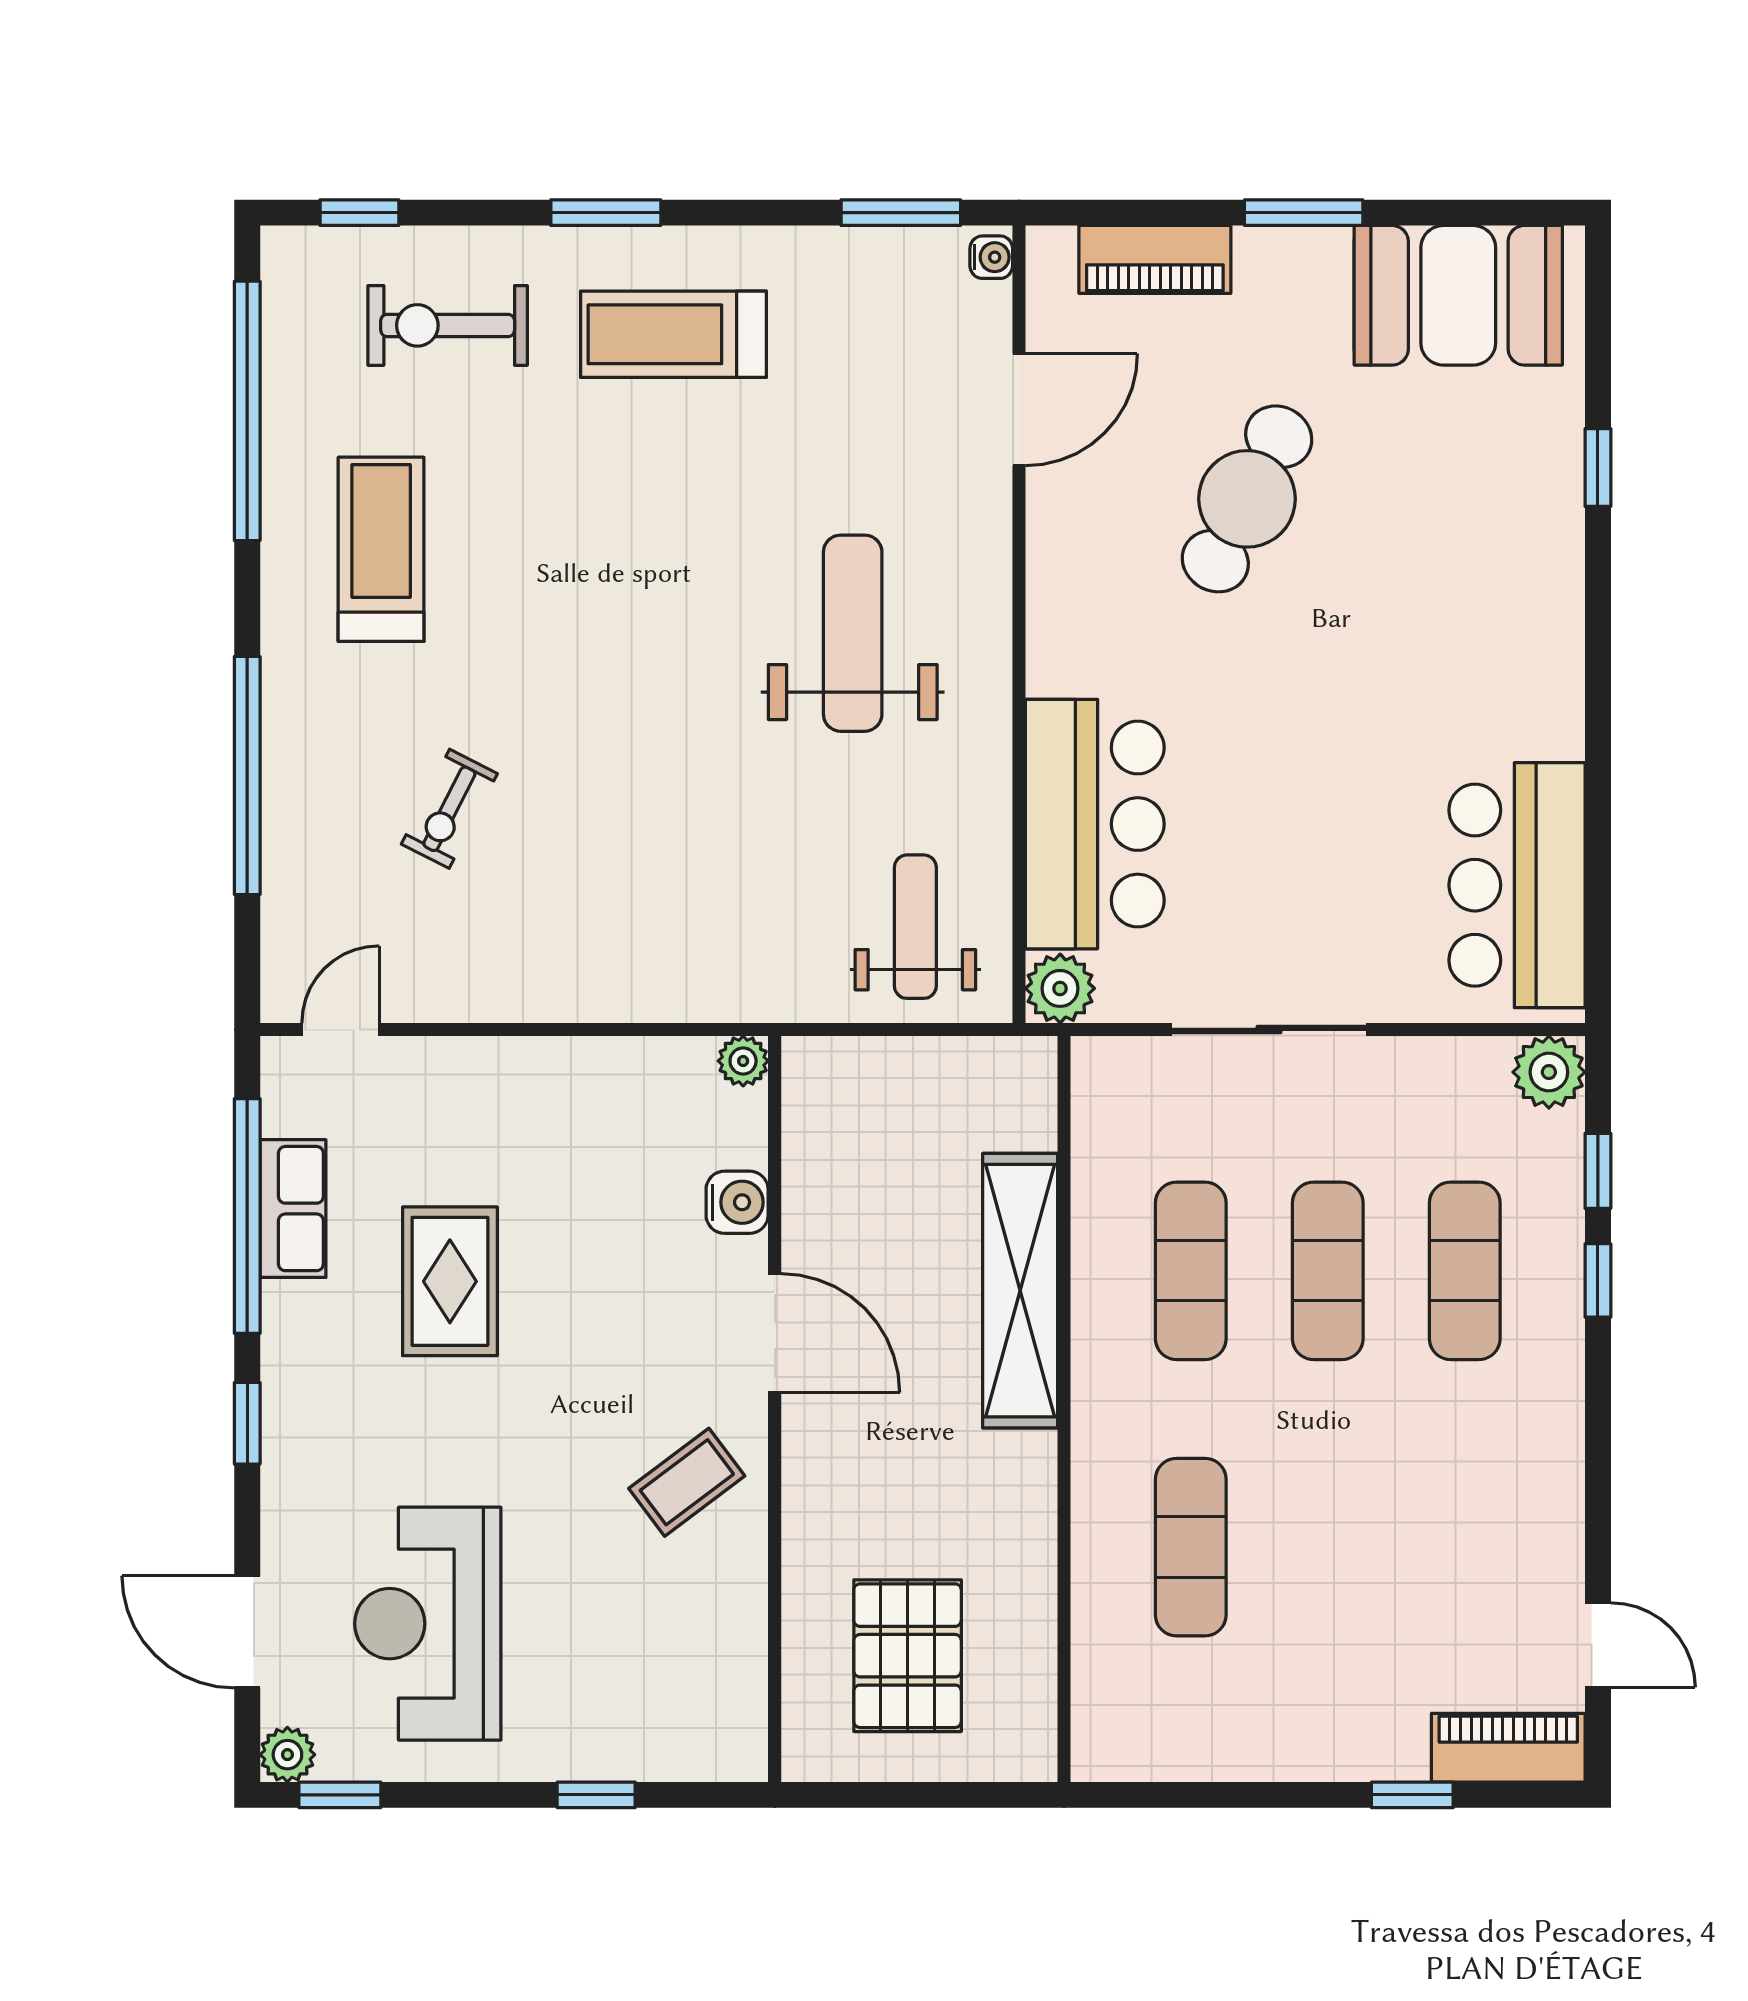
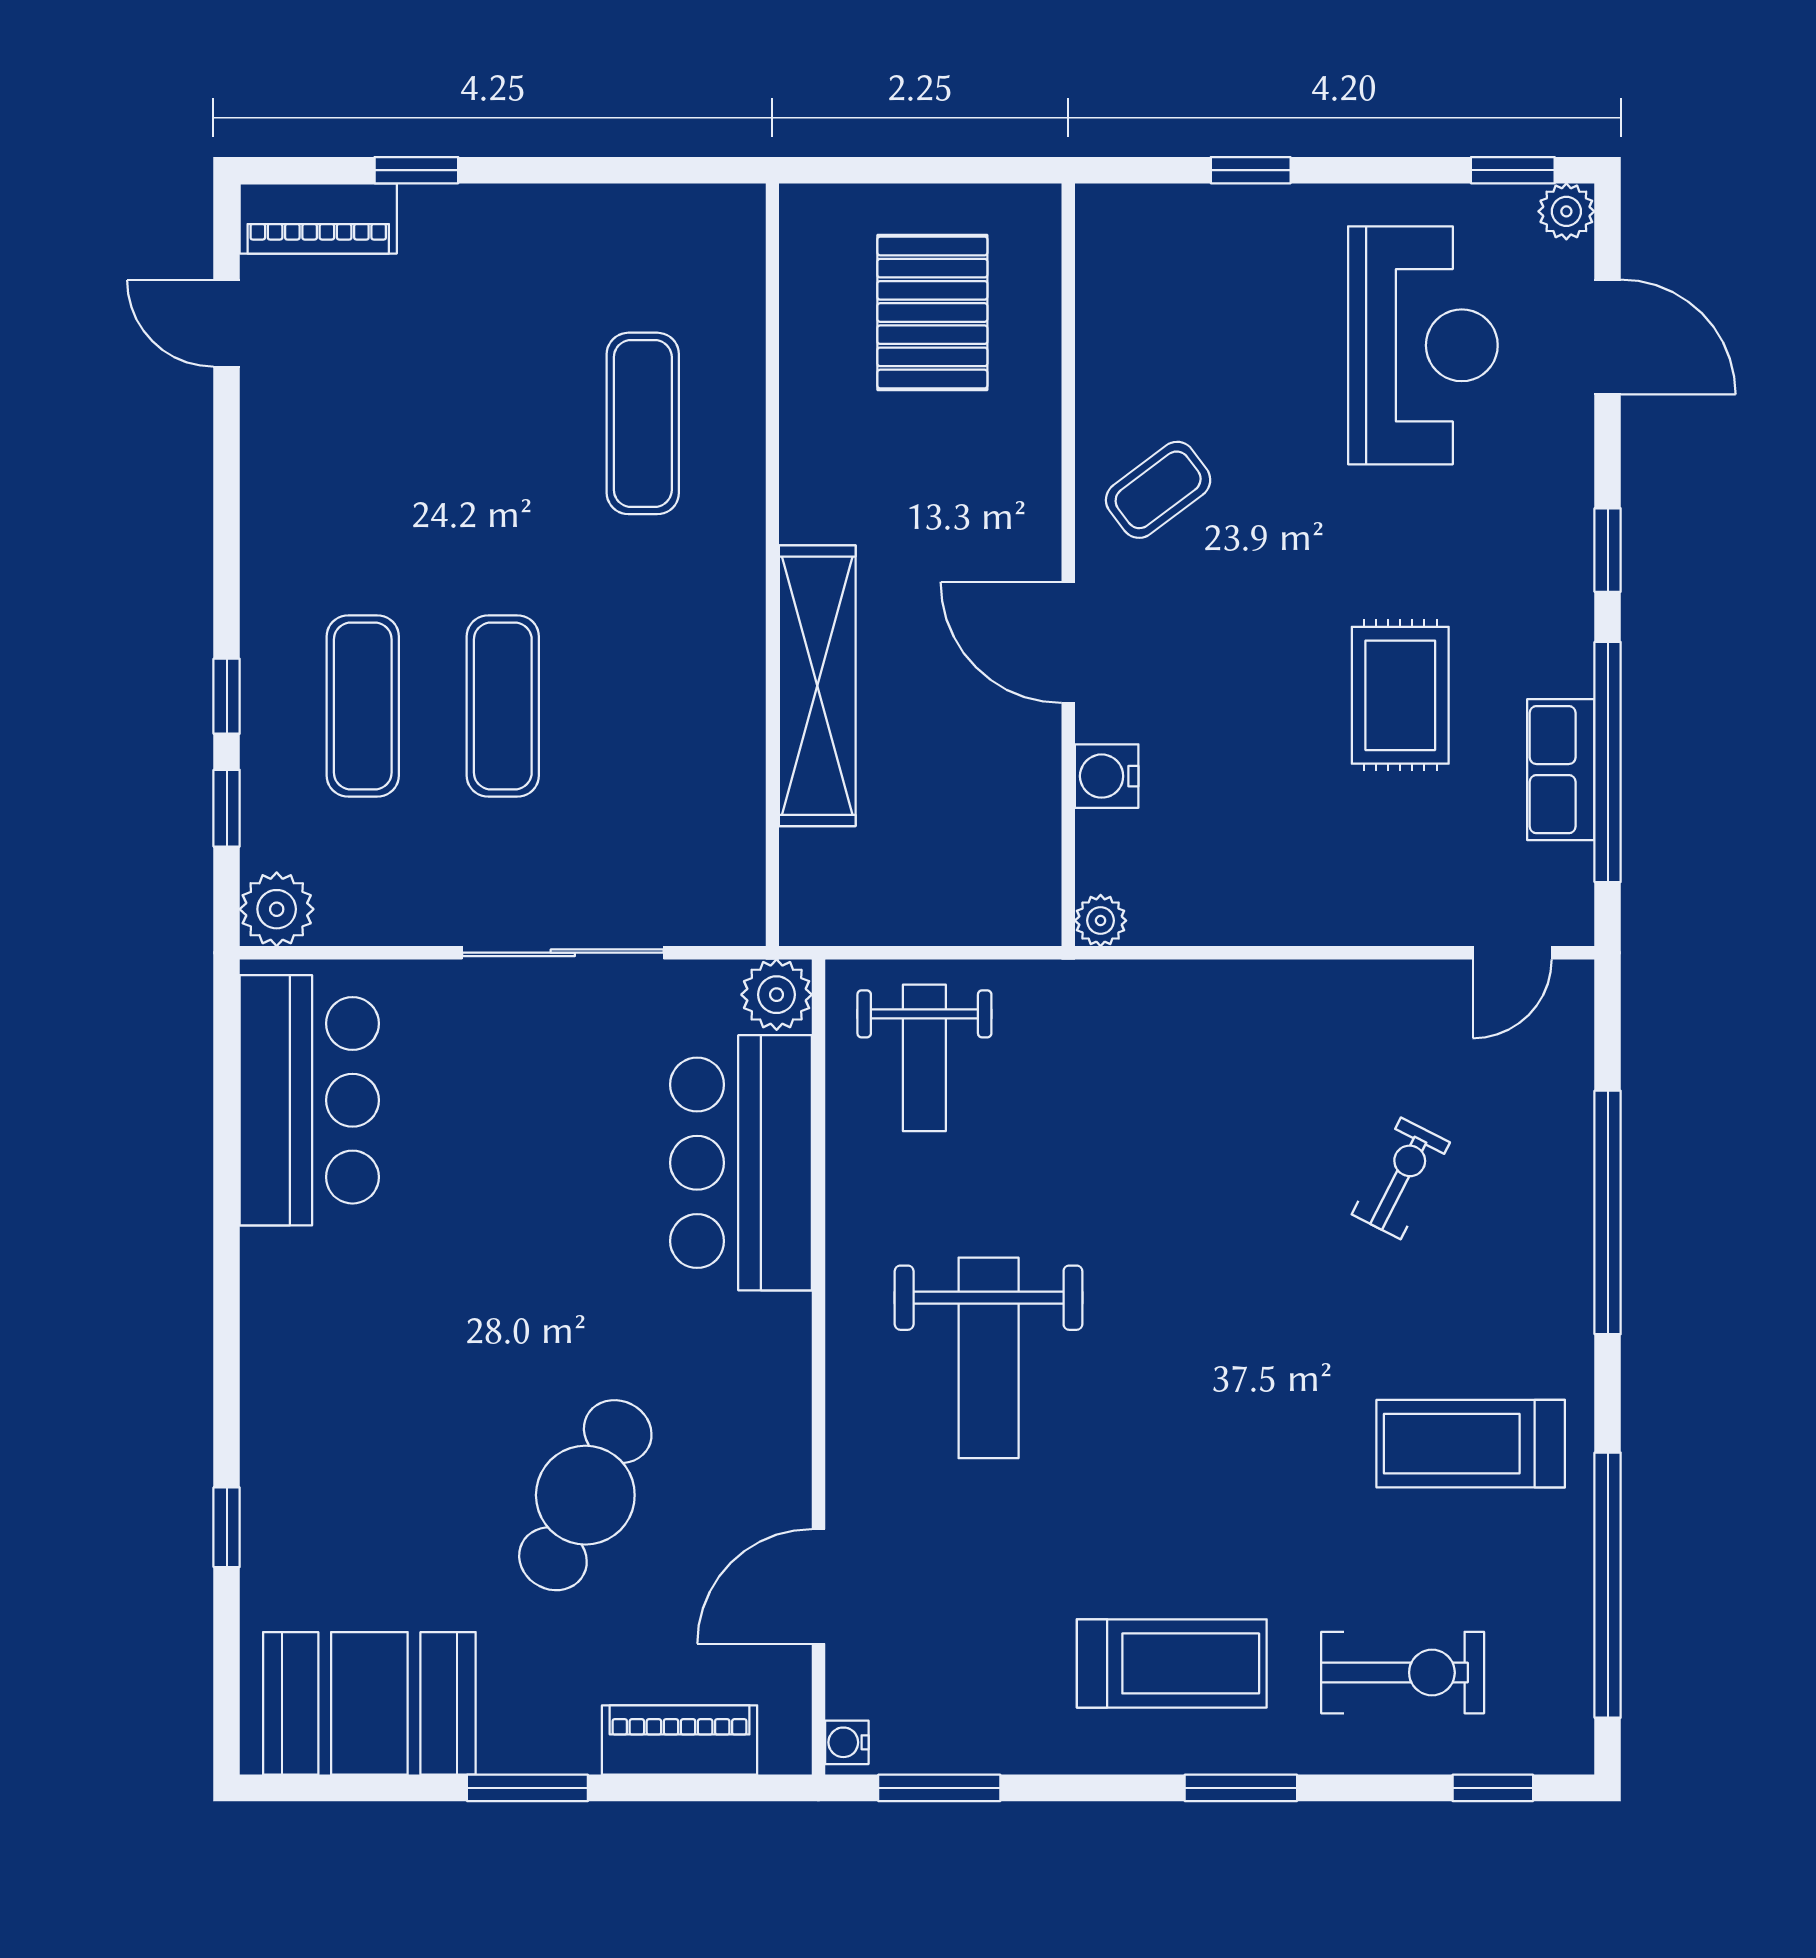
treadmill: (381, 549) -> (1471, 1444), turned 90
exercise mat: (1191, 1271) -> (643, 706), removed

